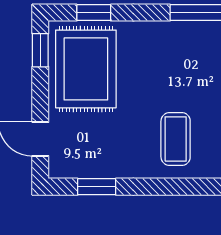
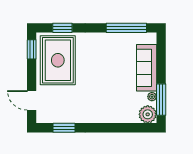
coffee table: (176, 139) -> (109, 100), removed

